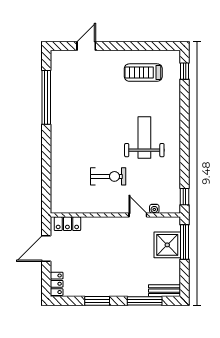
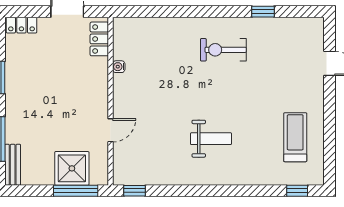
window: (46, 97) -> (263, 12), width x0.32
weight bench: (144, 138) -> (211, 139), width x0.73, depth x0.75
exercise bike: (108, 176) -> (223, 50), moved, turned 90
water cooler: (154, 209) -> (119, 67), moved

